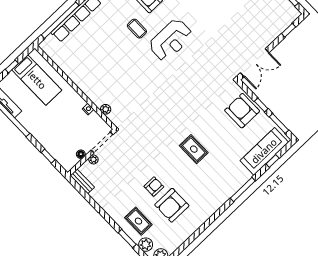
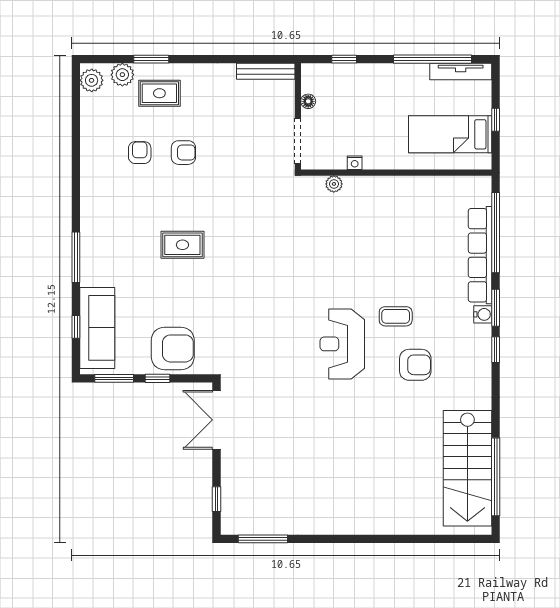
plant: (93, 159) -> (287, 110), removed
bench: (82, 181) -> (266, 71), width x1.36
armchair: (154, 187) -> (183, 153), turned -90
armchair: (172, 205) -> (140, 153), width x0.53, depth x0.53

